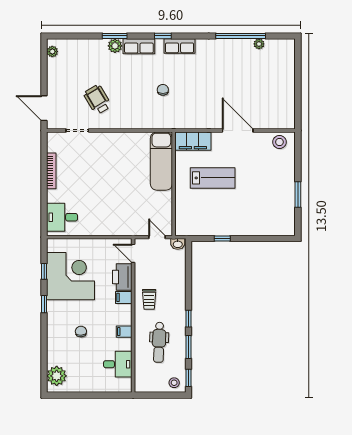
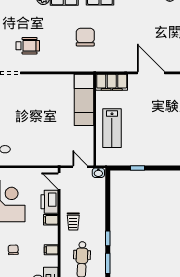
chair: (163, 90) -> (85, 37), width x1.87, depth x1.87
wheelchair: (97, 100) -> (28, 46), turned 121
lab bench: (213, 178) -> (112, 128), moved, turned 90

